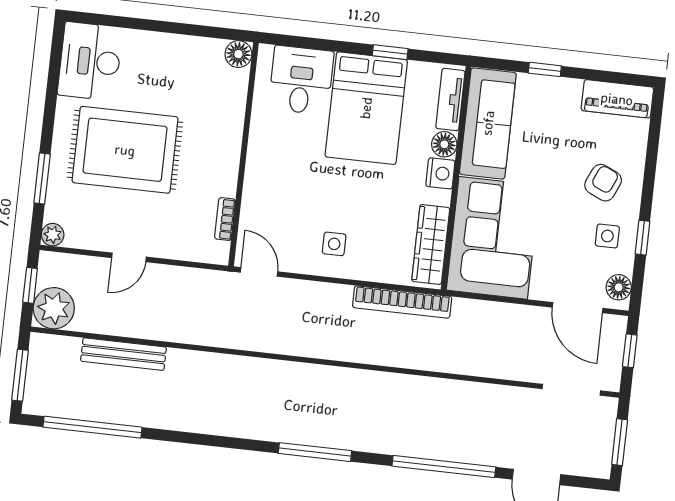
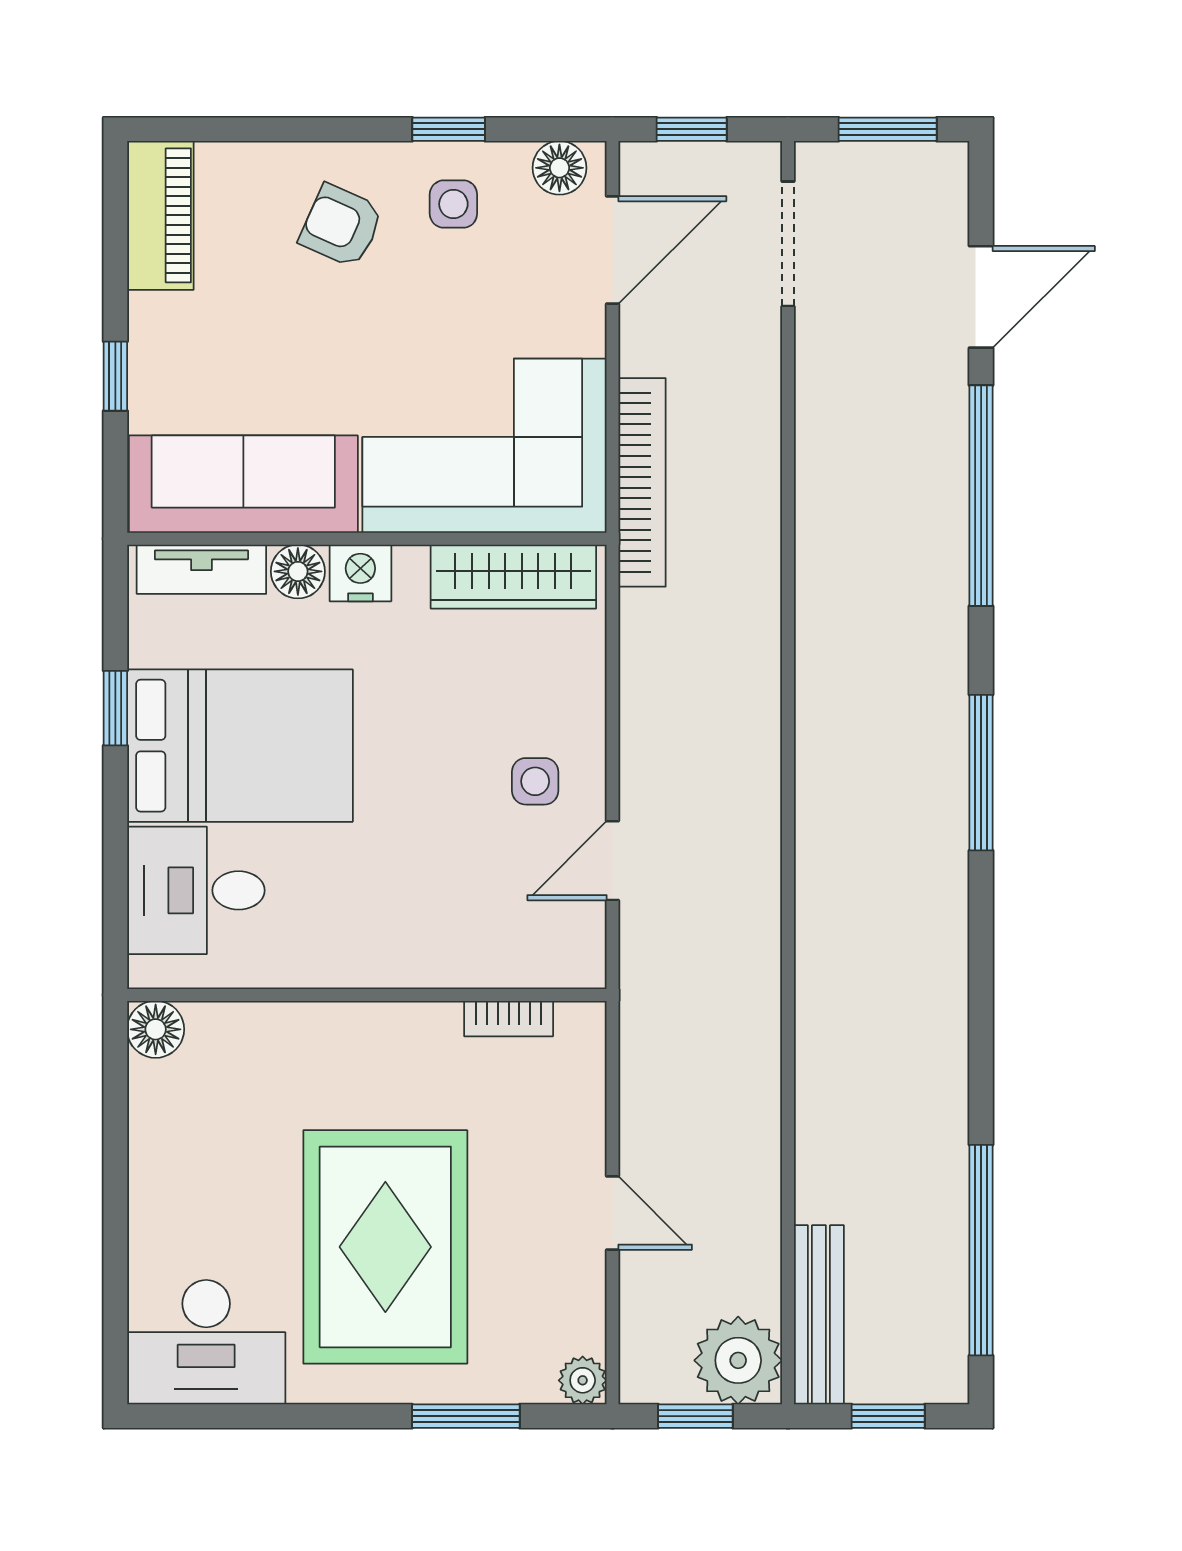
door: (259, 272) -> (613, 861), moved
bookcase: (402, 302) -> (642, 482), moved
bench: (123, 354) -> (819, 1315), moved
window: (20, 375) -> (888, 1416), width x0.67

